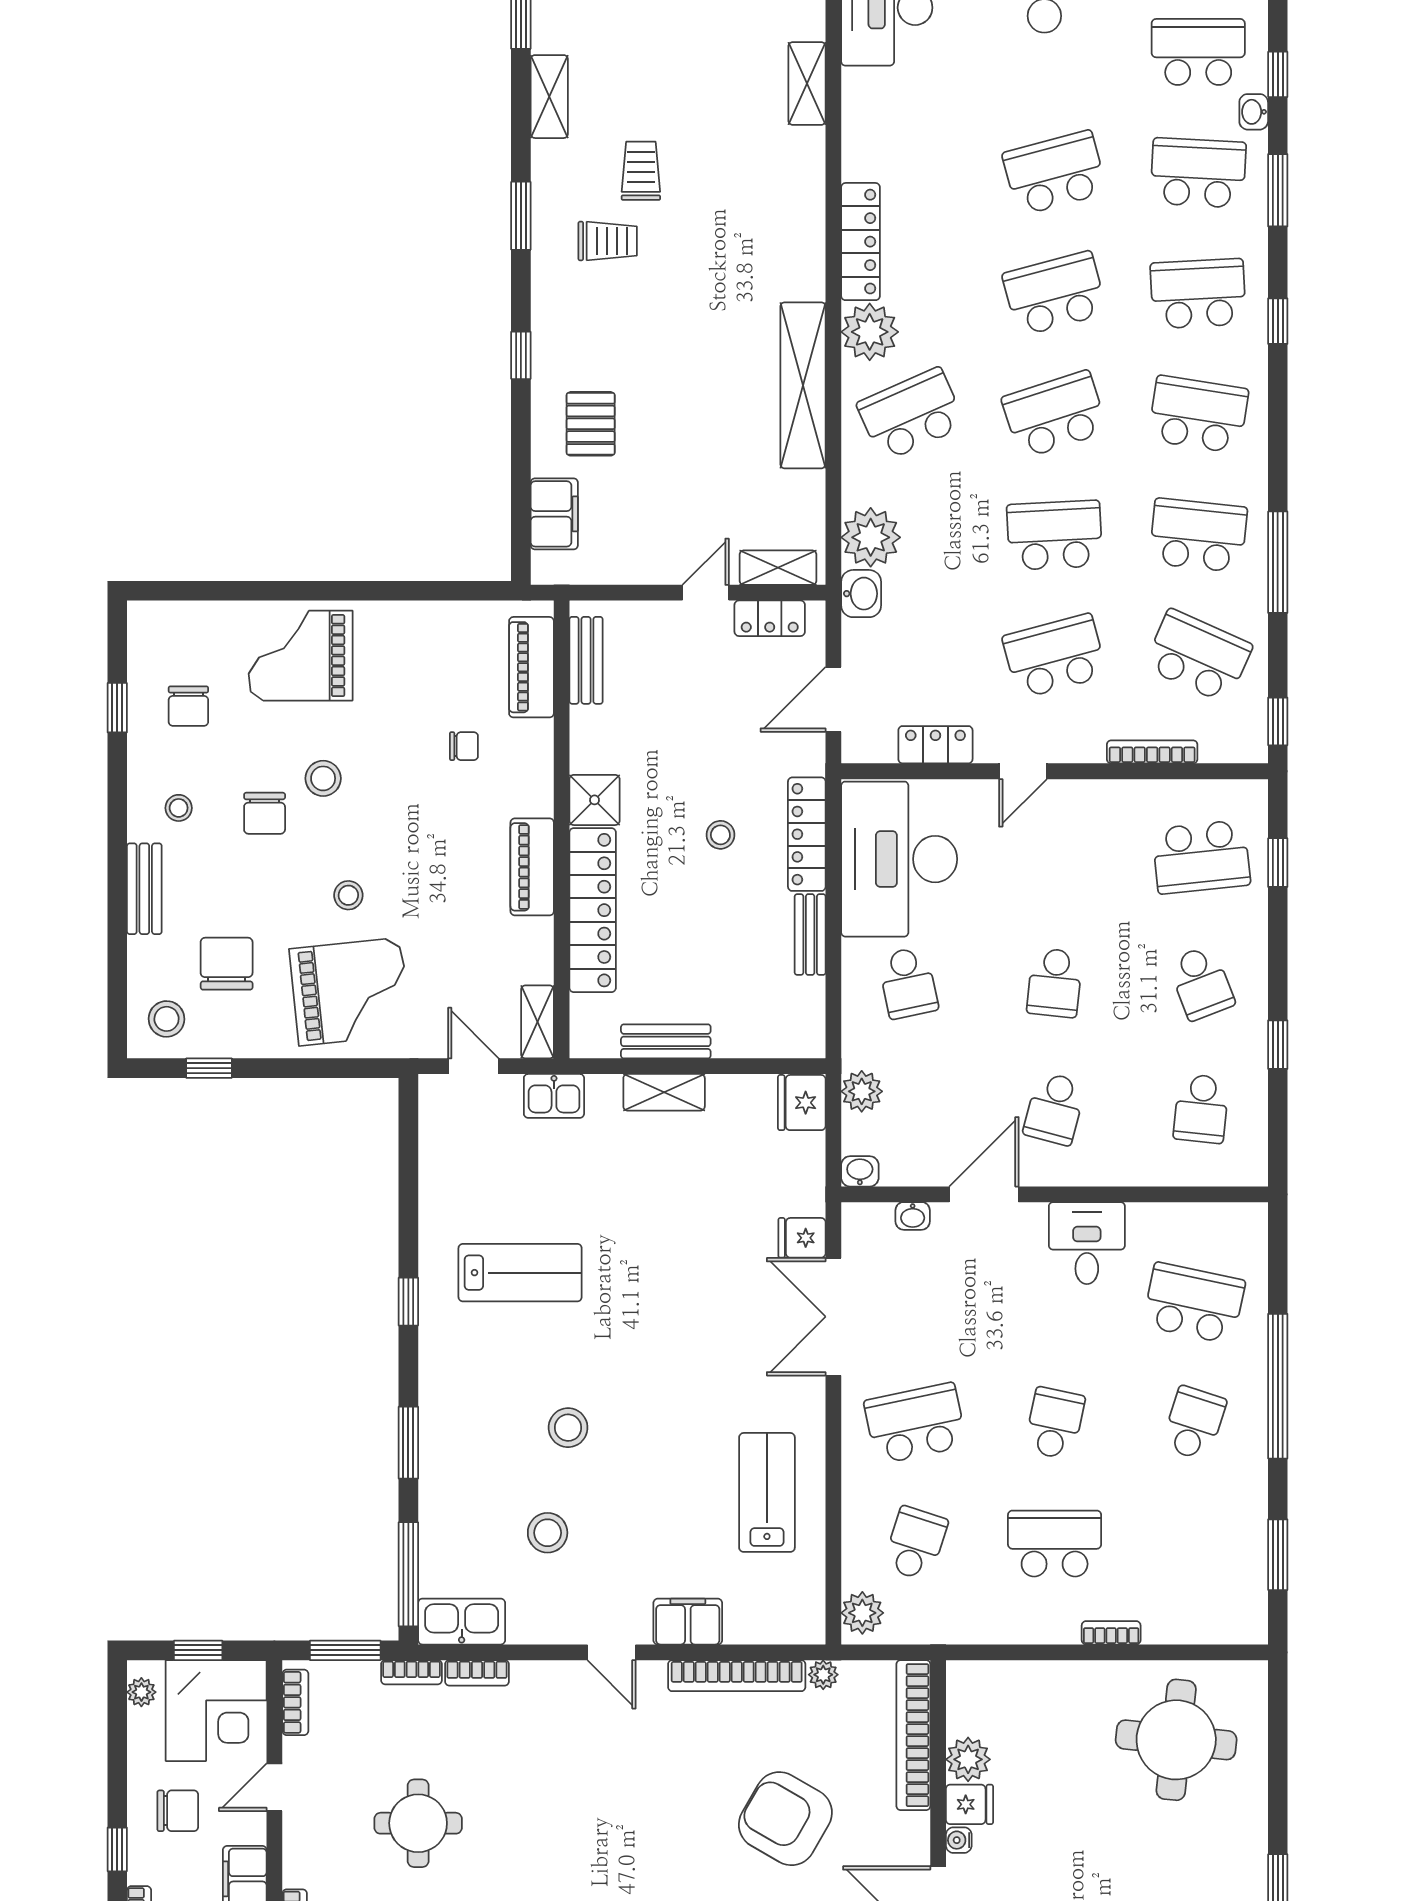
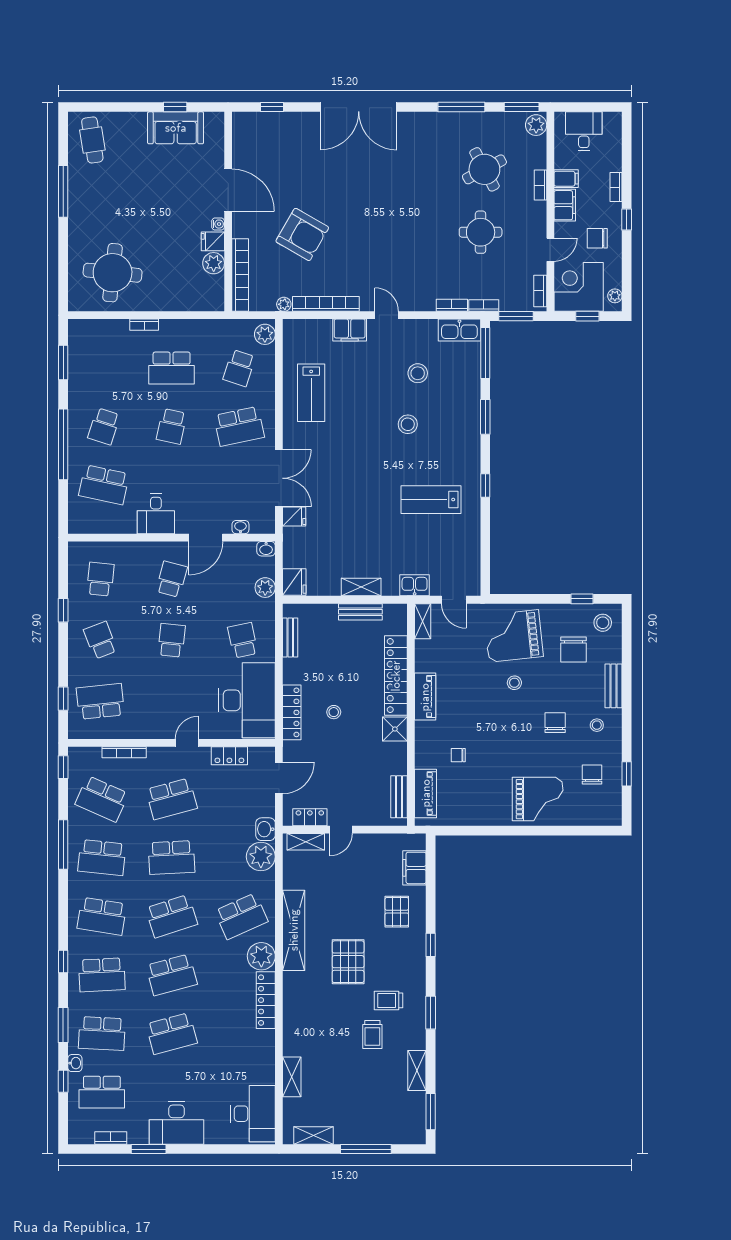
pallet: (691, 321) -> (348, 962), added
stool: (323, 778) -> (527, 739), removed
bench: (810, 935) -> (290, 638), moved

